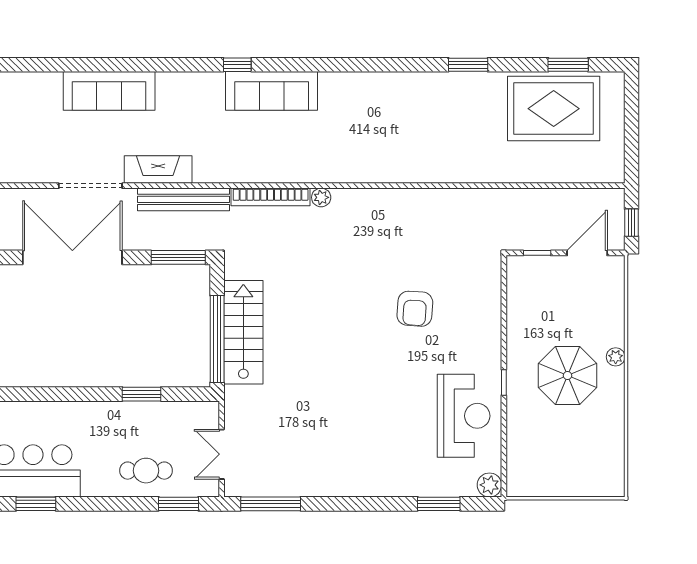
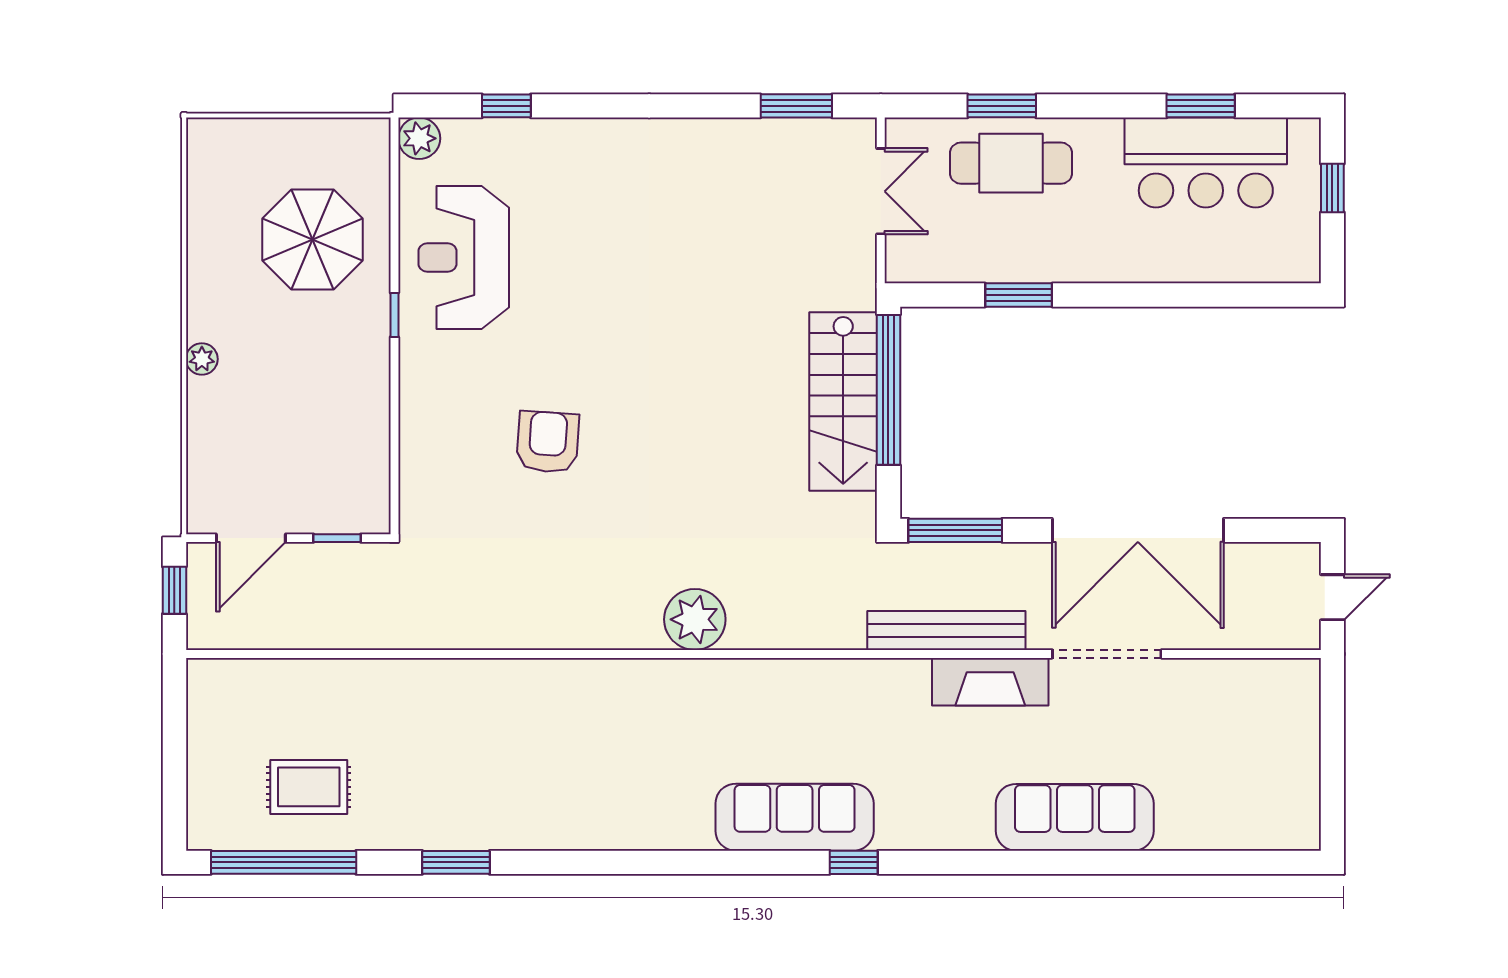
window: (568, 65) -> (284, 862), width x2.11
rug: (554, 109) -> (309, 787), width x0.54, depth x0.49
bookcase: (271, 197) -> (796, 635), removed
plant: (321, 197) -> (695, 619), width x1.87, depth x1.87
parasol: (567, 376) -> (312, 240), moved
cafe table: (146, 471) -> (1011, 163), width x1.37, depth x1.35
window: (179, 504) -> (1002, 106), moved
window: (271, 504) -> (796, 106), width x0.69
window: (439, 504) -> (506, 106), width x0.67

